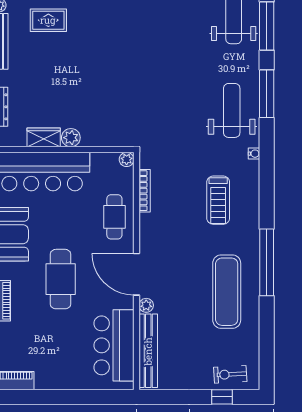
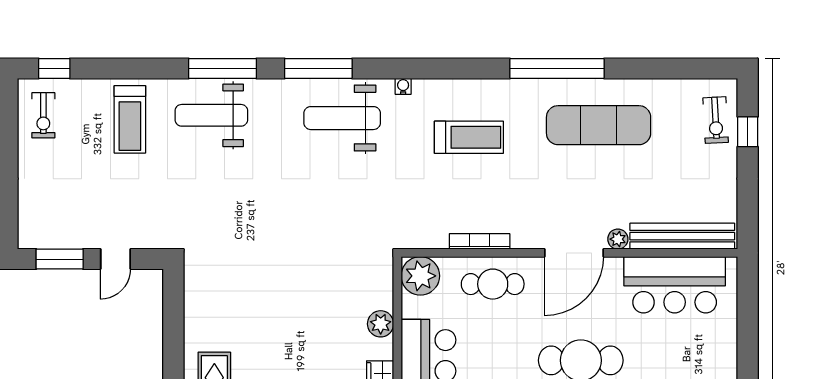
plant: (71, 138) -> (381, 324), moved
plant: (127, 159) -> (420, 276), width x1.88, depth x1.88
bookcase: (145, 191) -> (480, 241), moved

